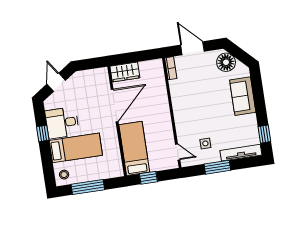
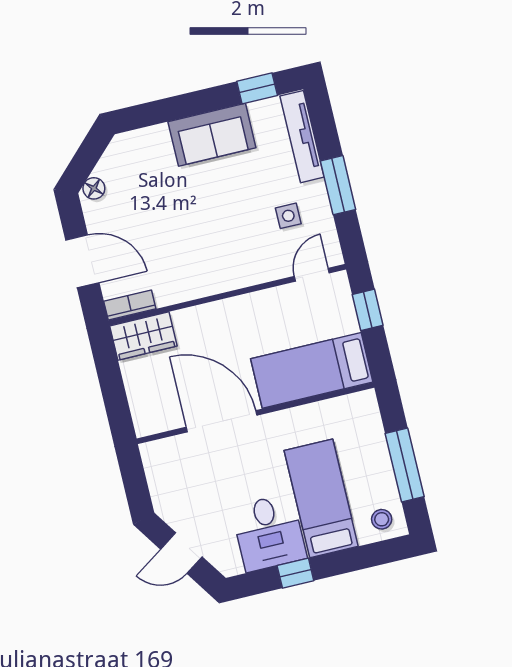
door: (192, 48) -> (82, 261), swing flipped
floor lamp: (226, 62) -> (94, 188), width x0.53, depth x0.53
wardrobe: (125, 72) -> (143, 336), moved, turned 90
sofa: (243, 96) -> (212, 135), moved
window: (148, 178) -> (368, 310), moved

